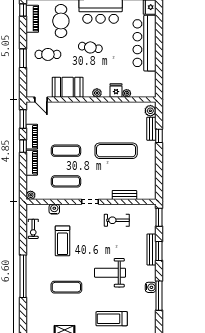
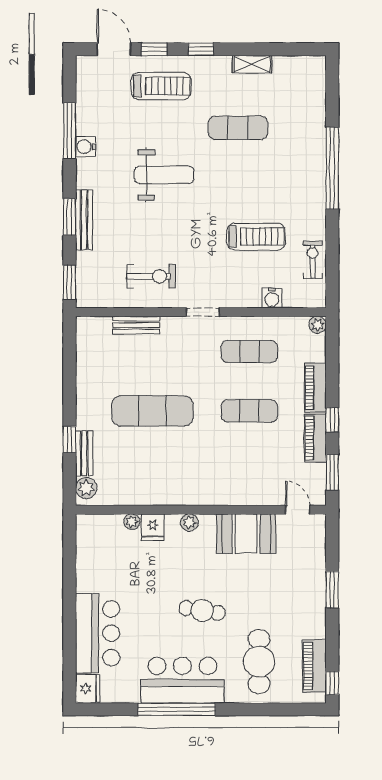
bar counter: (144, 43) -> (98, 633), width x0.73
cafe table: (48, 54) -> (284, 597), removed
treadmill: (62, 241) -> (256, 237), turned 90
exercise mat: (66, 287) -> (238, 128), moved

